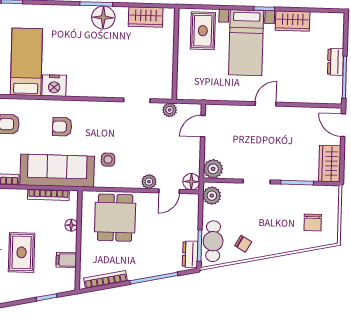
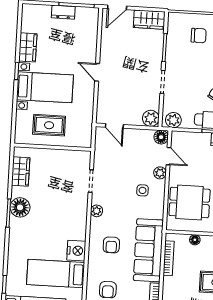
rug: (203, 31) -> (49, 125), moved
plant: (170, 110) -> (97, 211), moved
side table: (108, 160) -> (143, 190), moved

